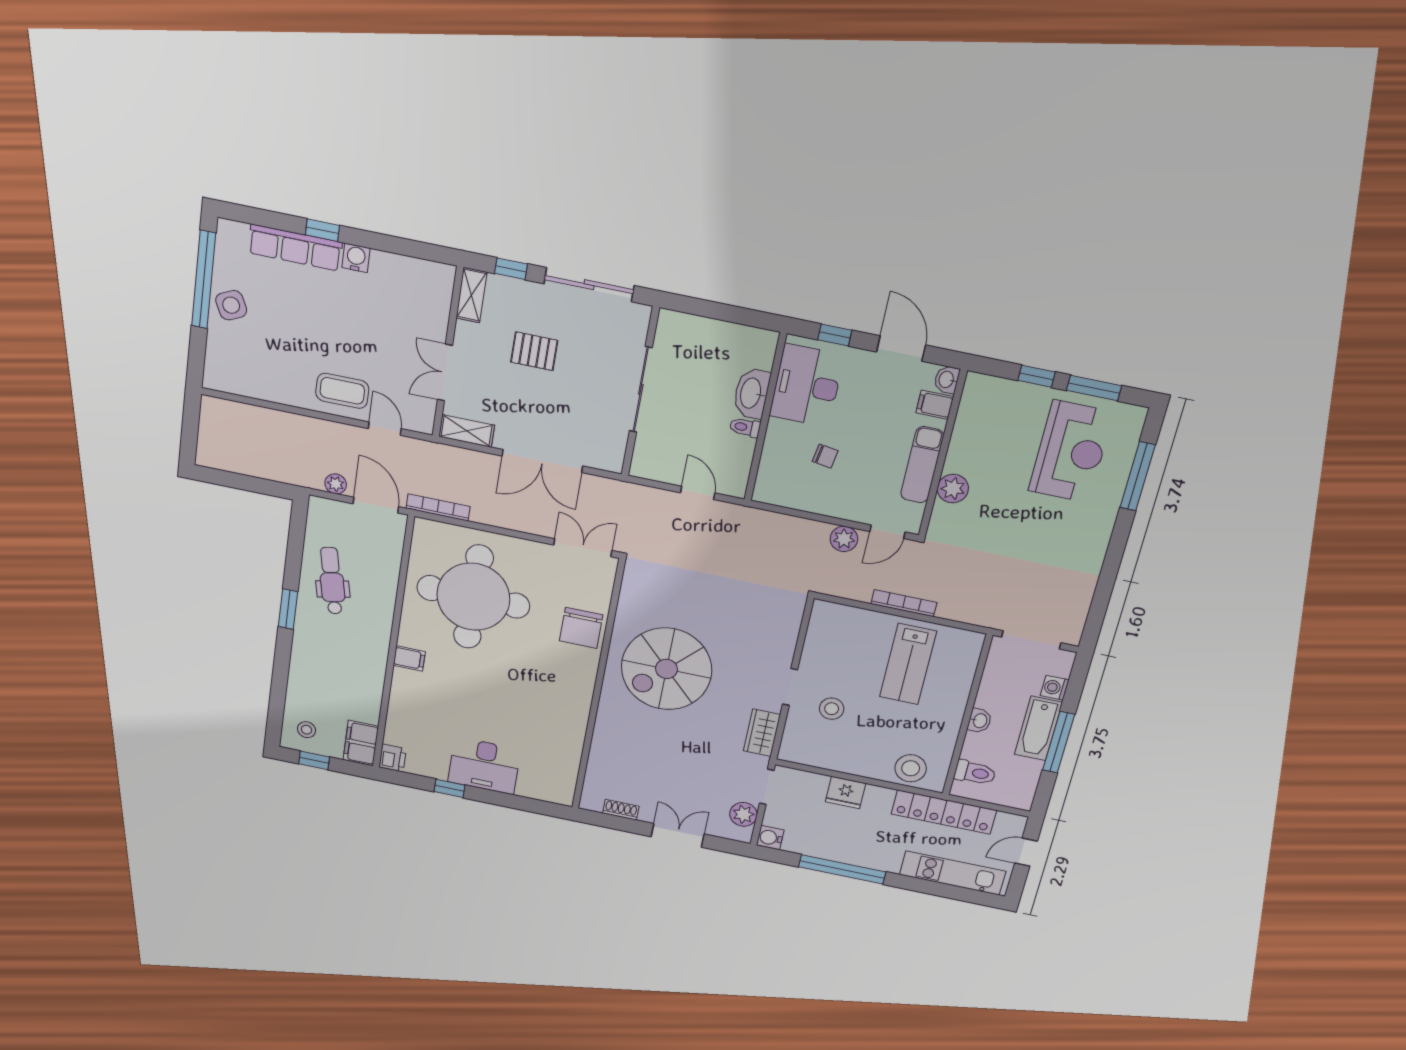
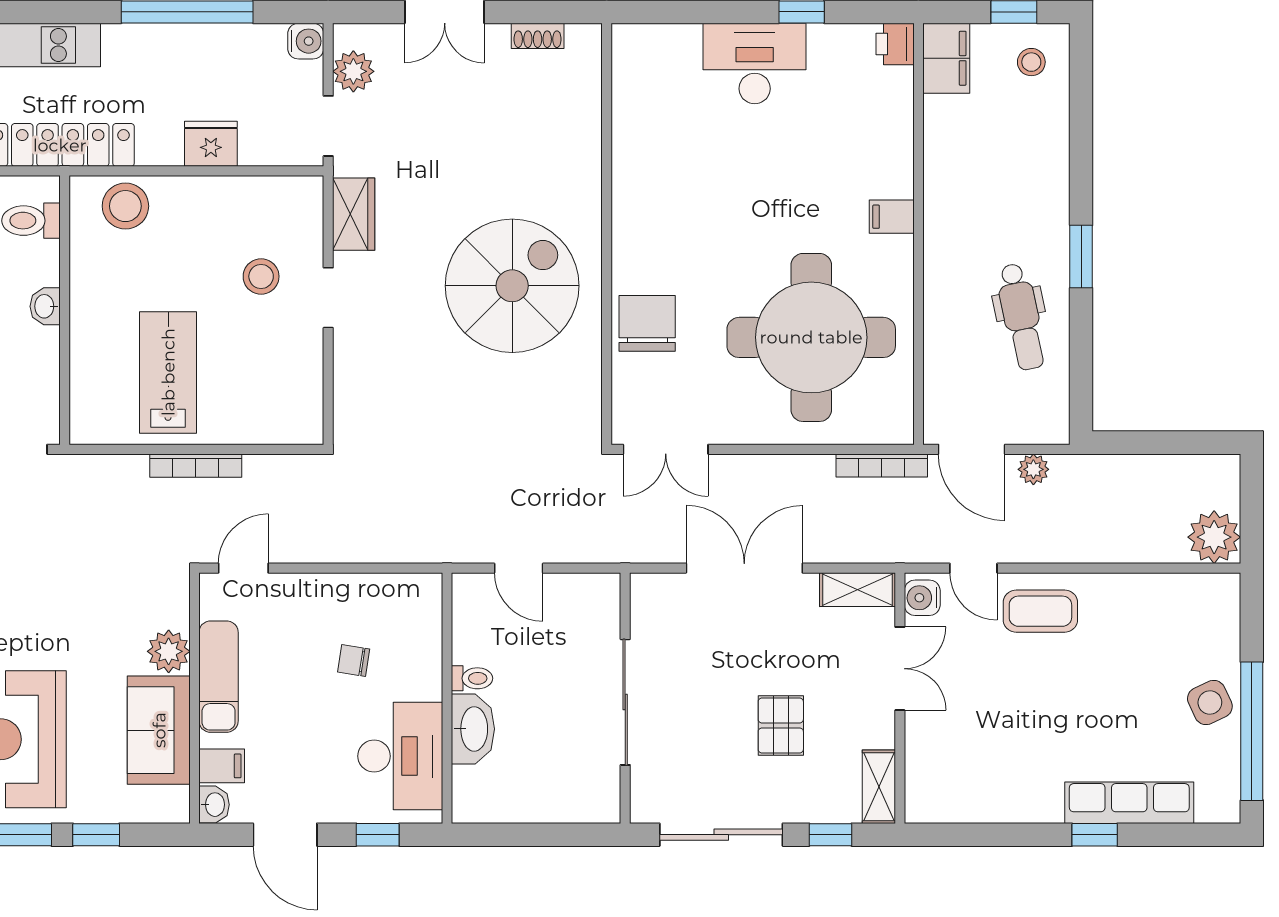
water cooler: (356, 258) -> (922, 598), moved, turned 90
pallet: (534, 351) -> (781, 725), turned 90
sofa: (973, 438) -> (159, 730), added
plant: (844, 539) -> (1214, 537), moved, width x1.36, depth x1.36

